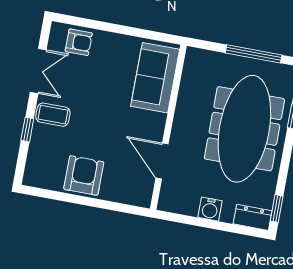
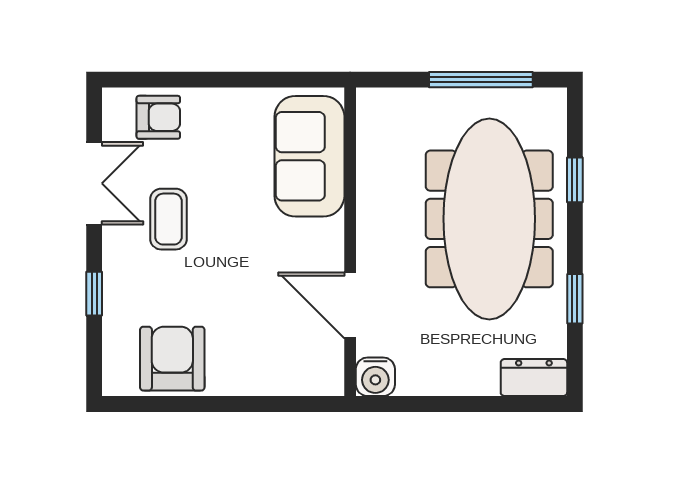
coffee table: (53, 115) -> (168, 219), moved, turned 90
armchair: (84, 176) -> (172, 359), moved
water cooler: (210, 209) -> (375, 377), moved
window: (277, 209) -> (575, 299), moved

